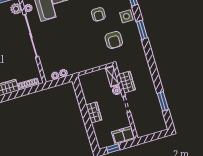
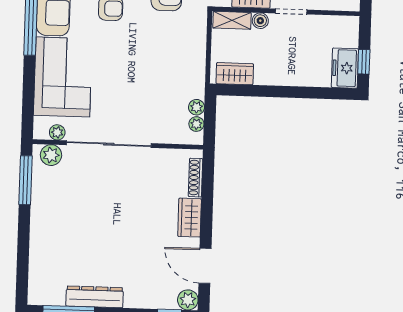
wardrobe: (94, 112) -> (235, 74), moved
freezer: (123, 135) -> (345, 68), moved

